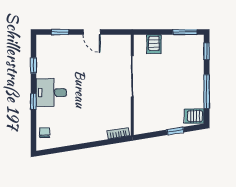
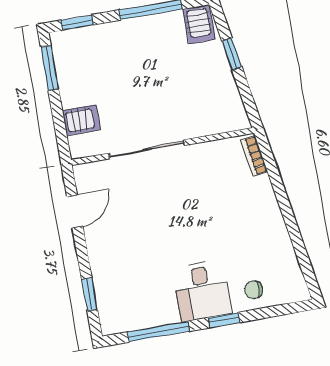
door: (92, 32) -> (75, 211), moved
window: (34, 65) -> (158, 332), width x2.17
chair: (45, 133) -> (254, 290), moved

